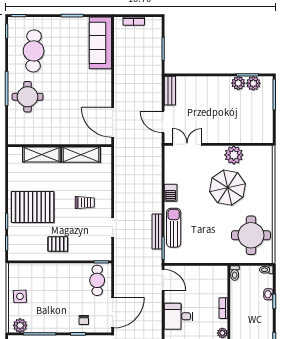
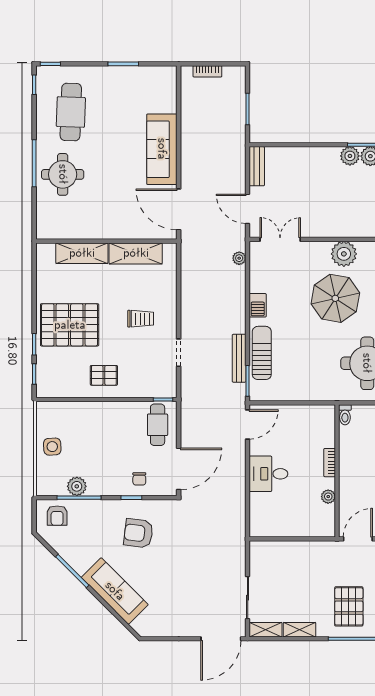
sofa: (100, 43) -> (162, 149), moved
plant: (157, 158) -> (239, 258), added
door: (163, 280) -> (248, 424), hinge flipped
plant: (20, 325) -> (77, 486), moved

